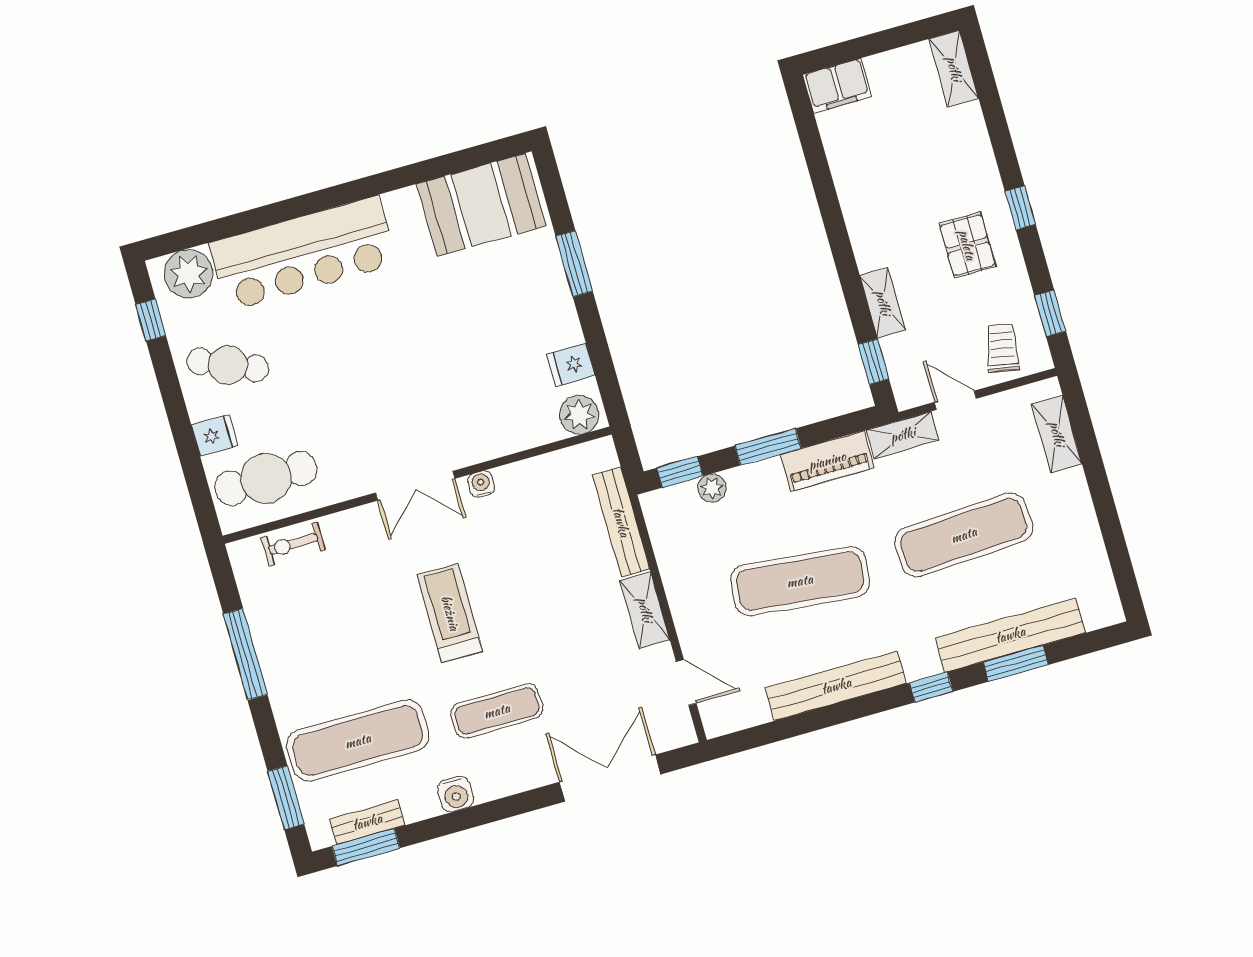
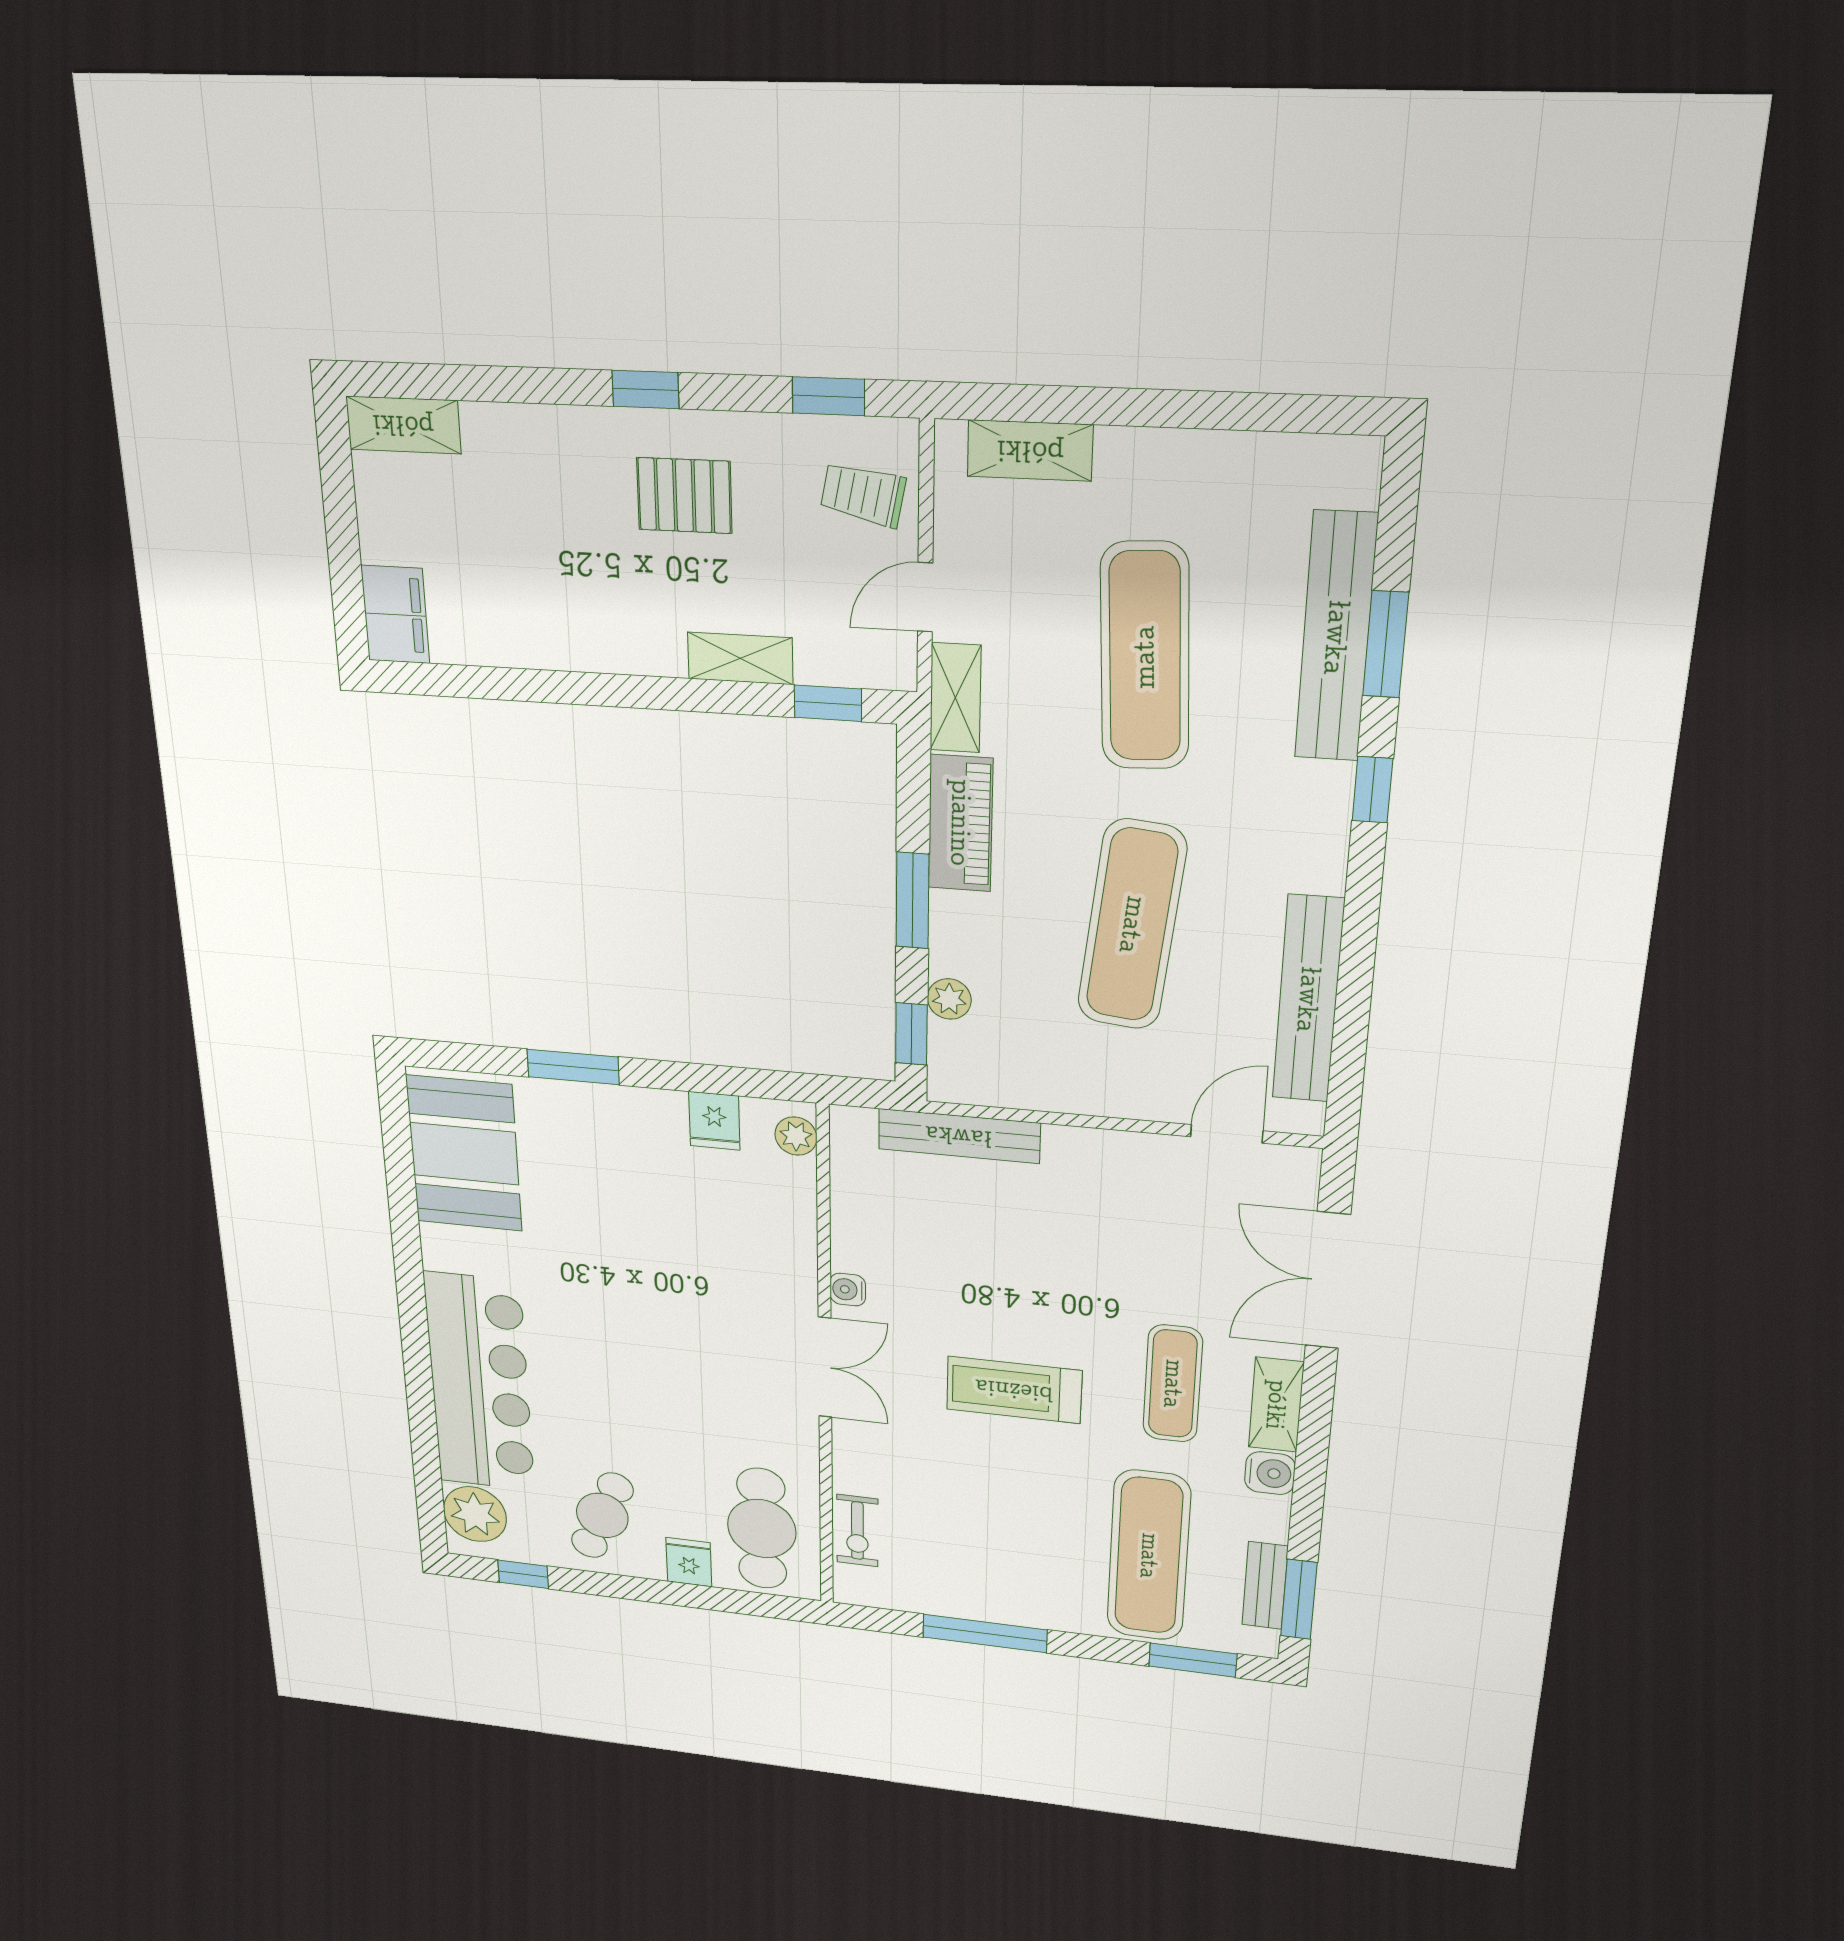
plant: (579, 415) -> (796, 1136), width x0.73, depth x0.73
shelving: (645, 610) -> (1276, 1405), moved, turned 90
bench: (836, 686) -> (1308, 999), moved

